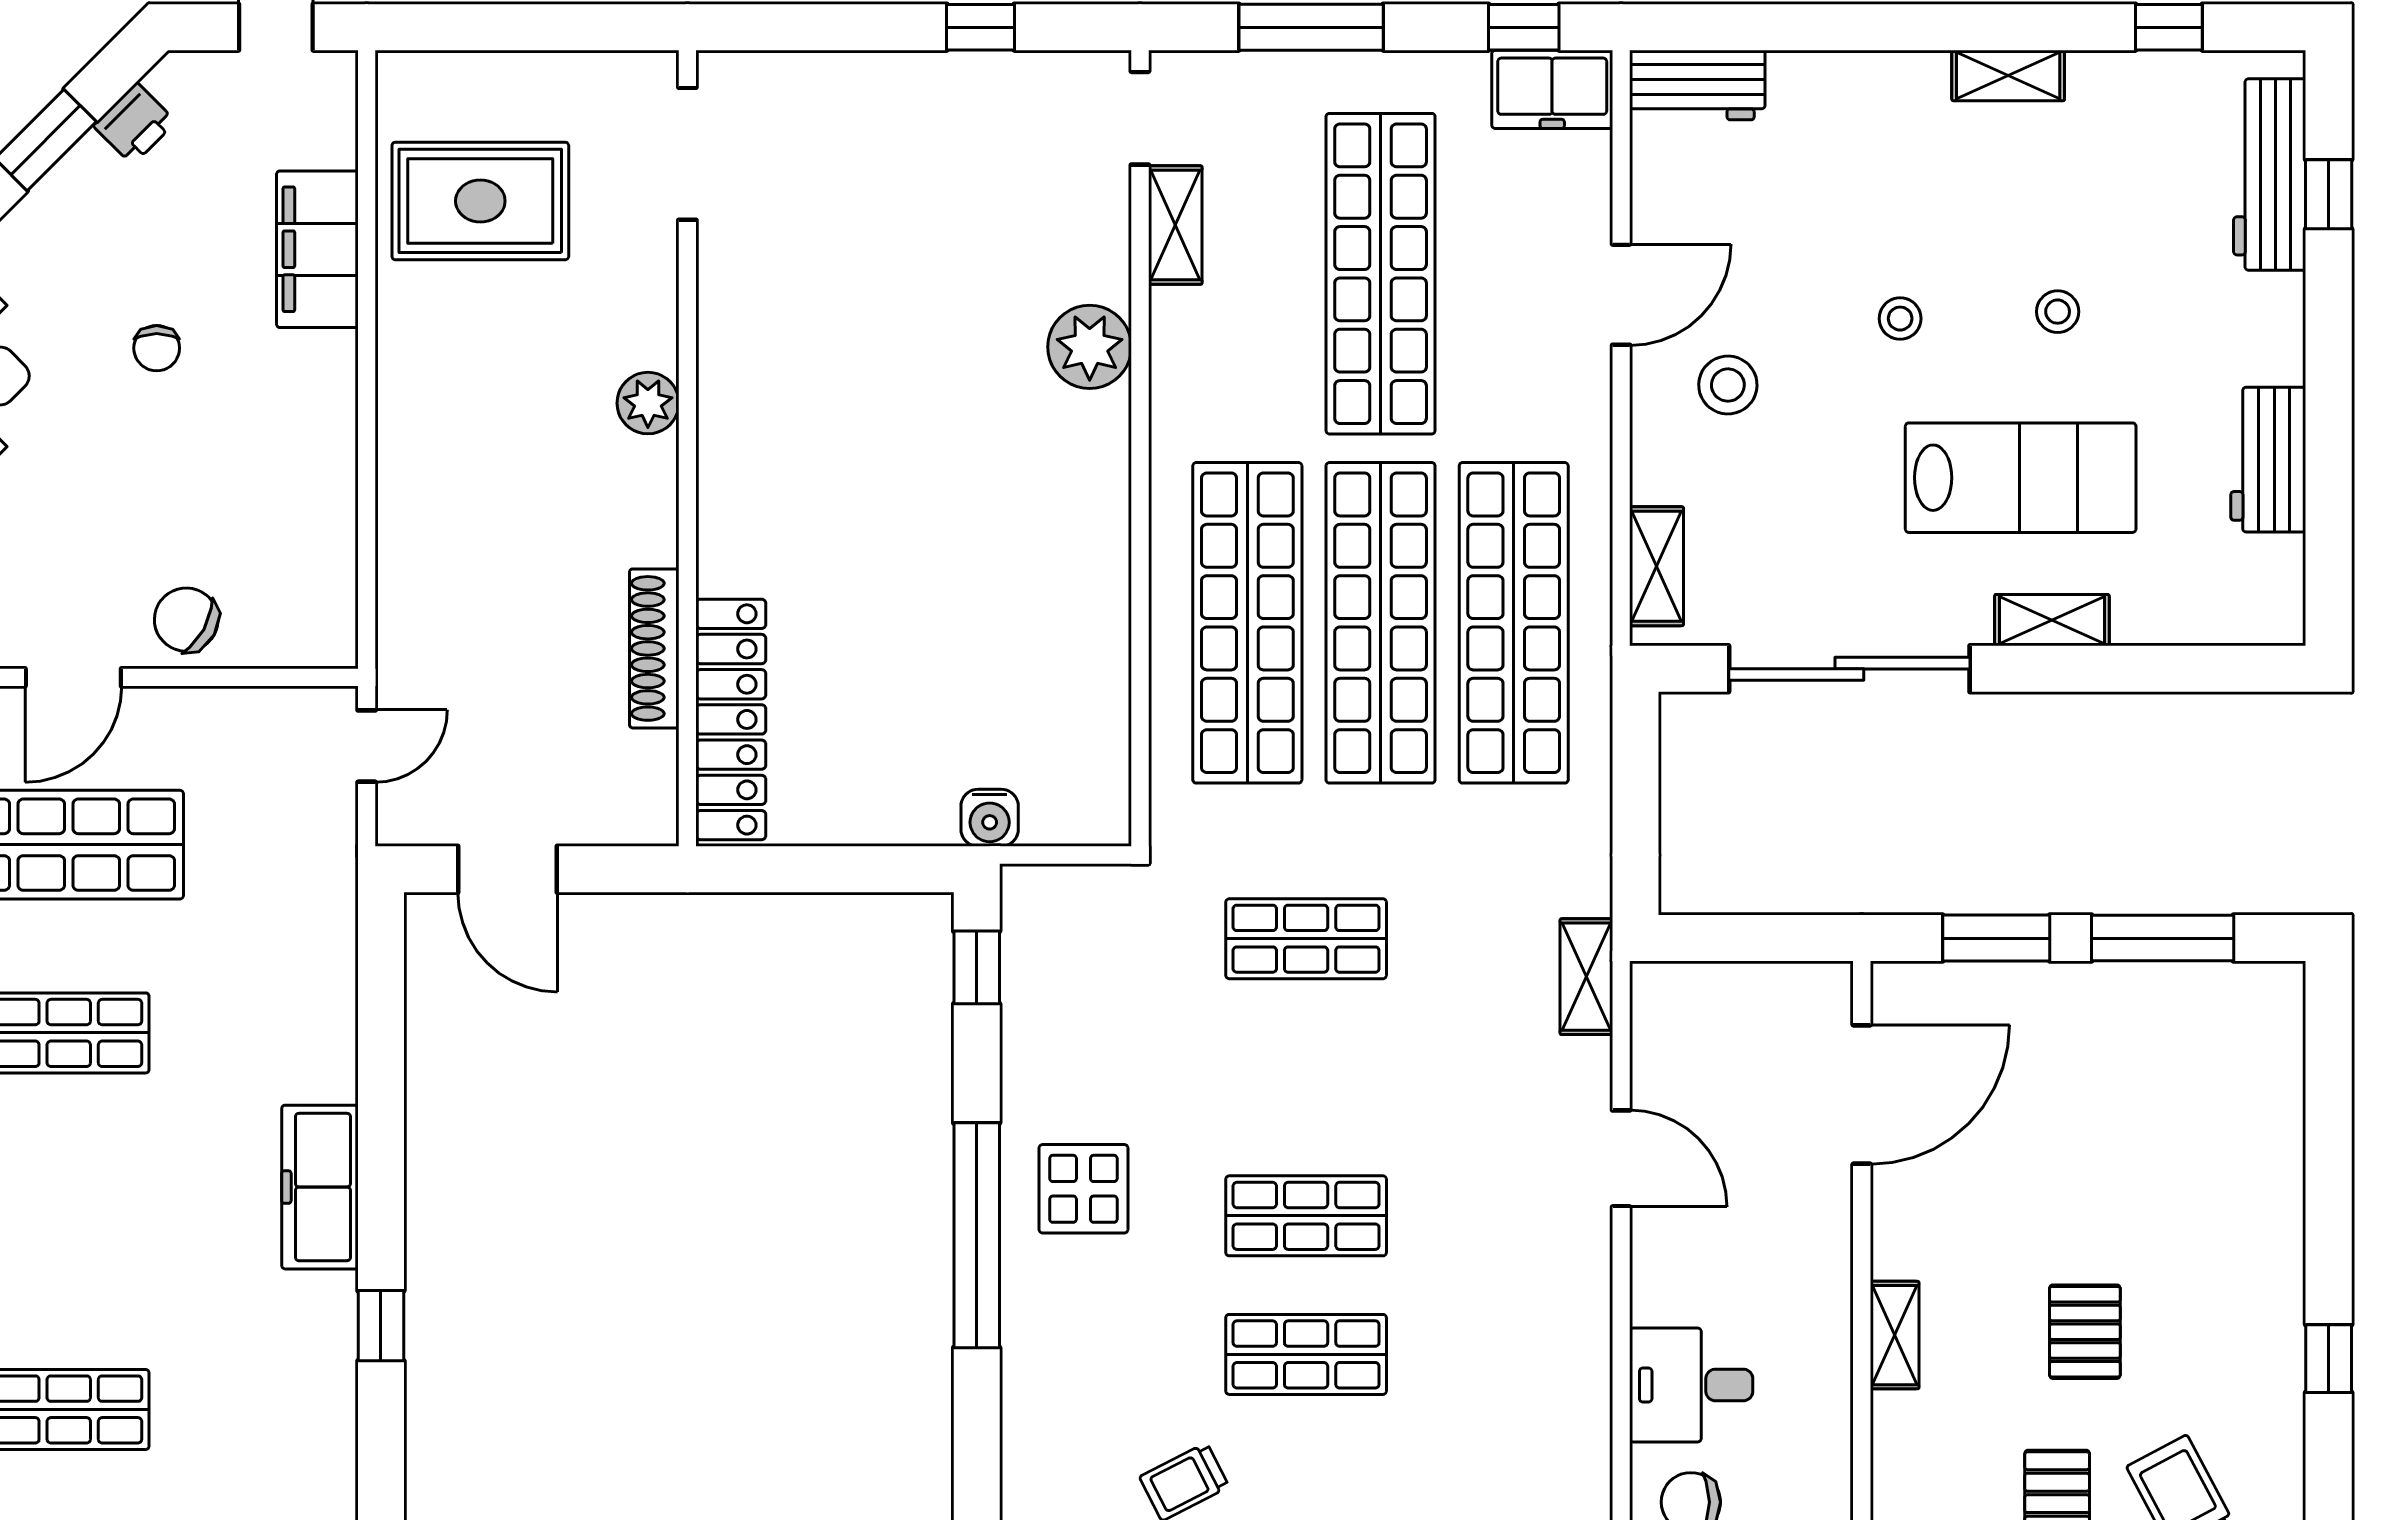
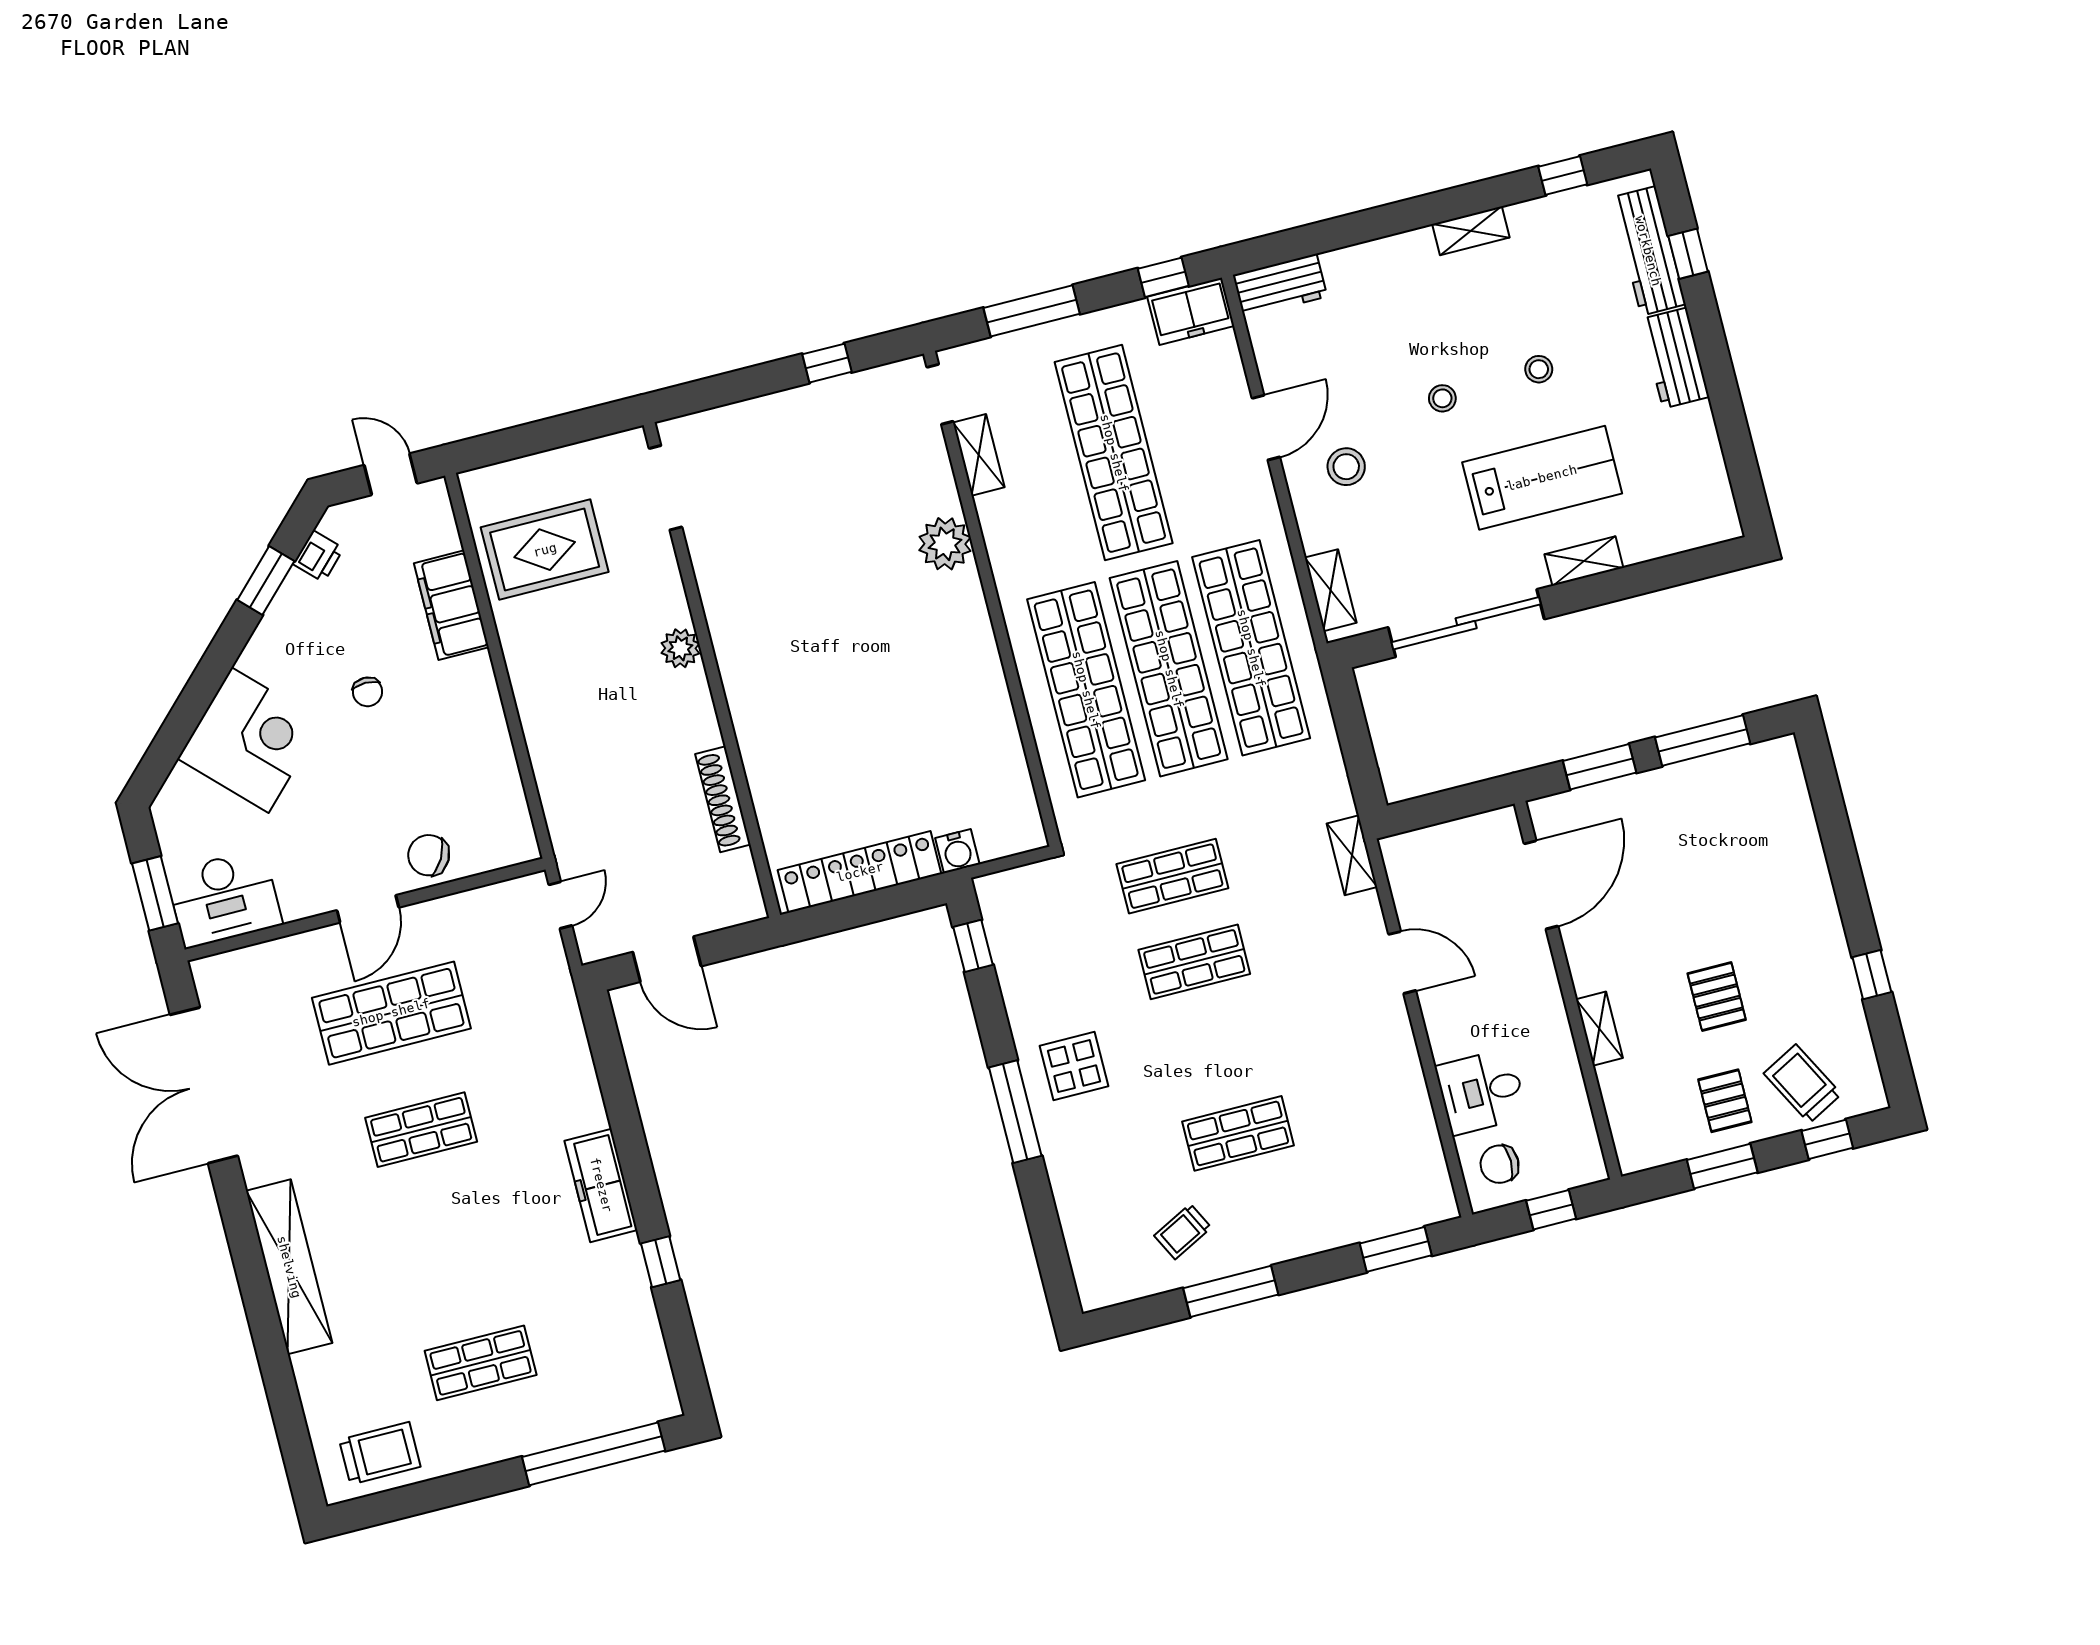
workbench: (2268, 460) -> (1675, 358), moved
locker: (731, 719) -> (860, 872), moved, turned -90
shop shelf: (1306, 1216) -> (1194, 962), moved
window: (977, 1235) -> (1015, 1112), width x0.68

